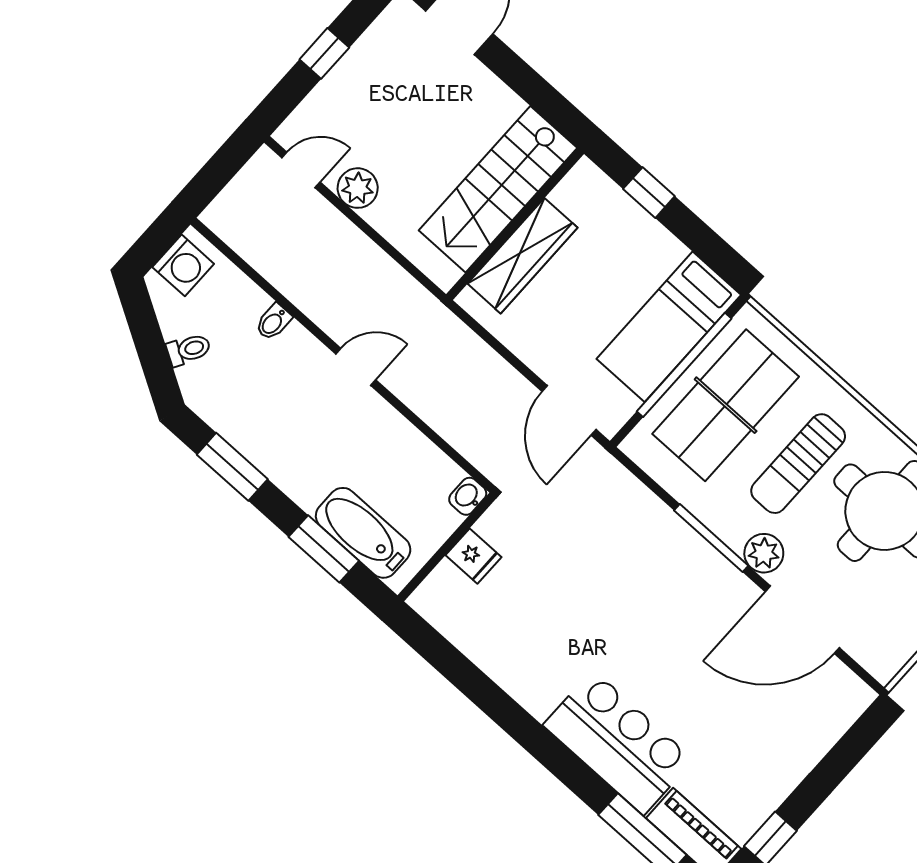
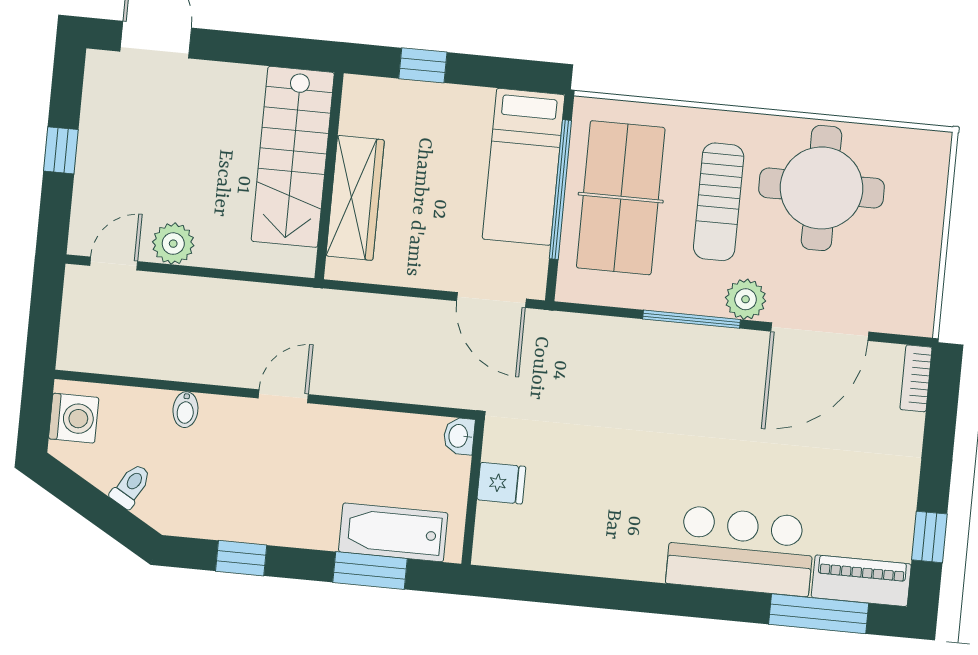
window: (232, 467) -> (241, 558), width x0.67
bookcase: (850, 710) -> (916, 378), added

